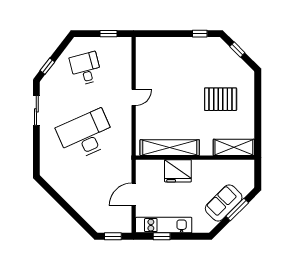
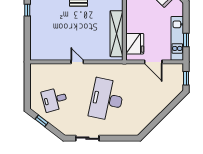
window: (108, 34) -> (27, 82), removed
window: (47, 66) -> (42, 121), moved
desk: (86, 135) -> (107, 99), turned 36
fridge: (178, 171) -> (135, 44), moved

